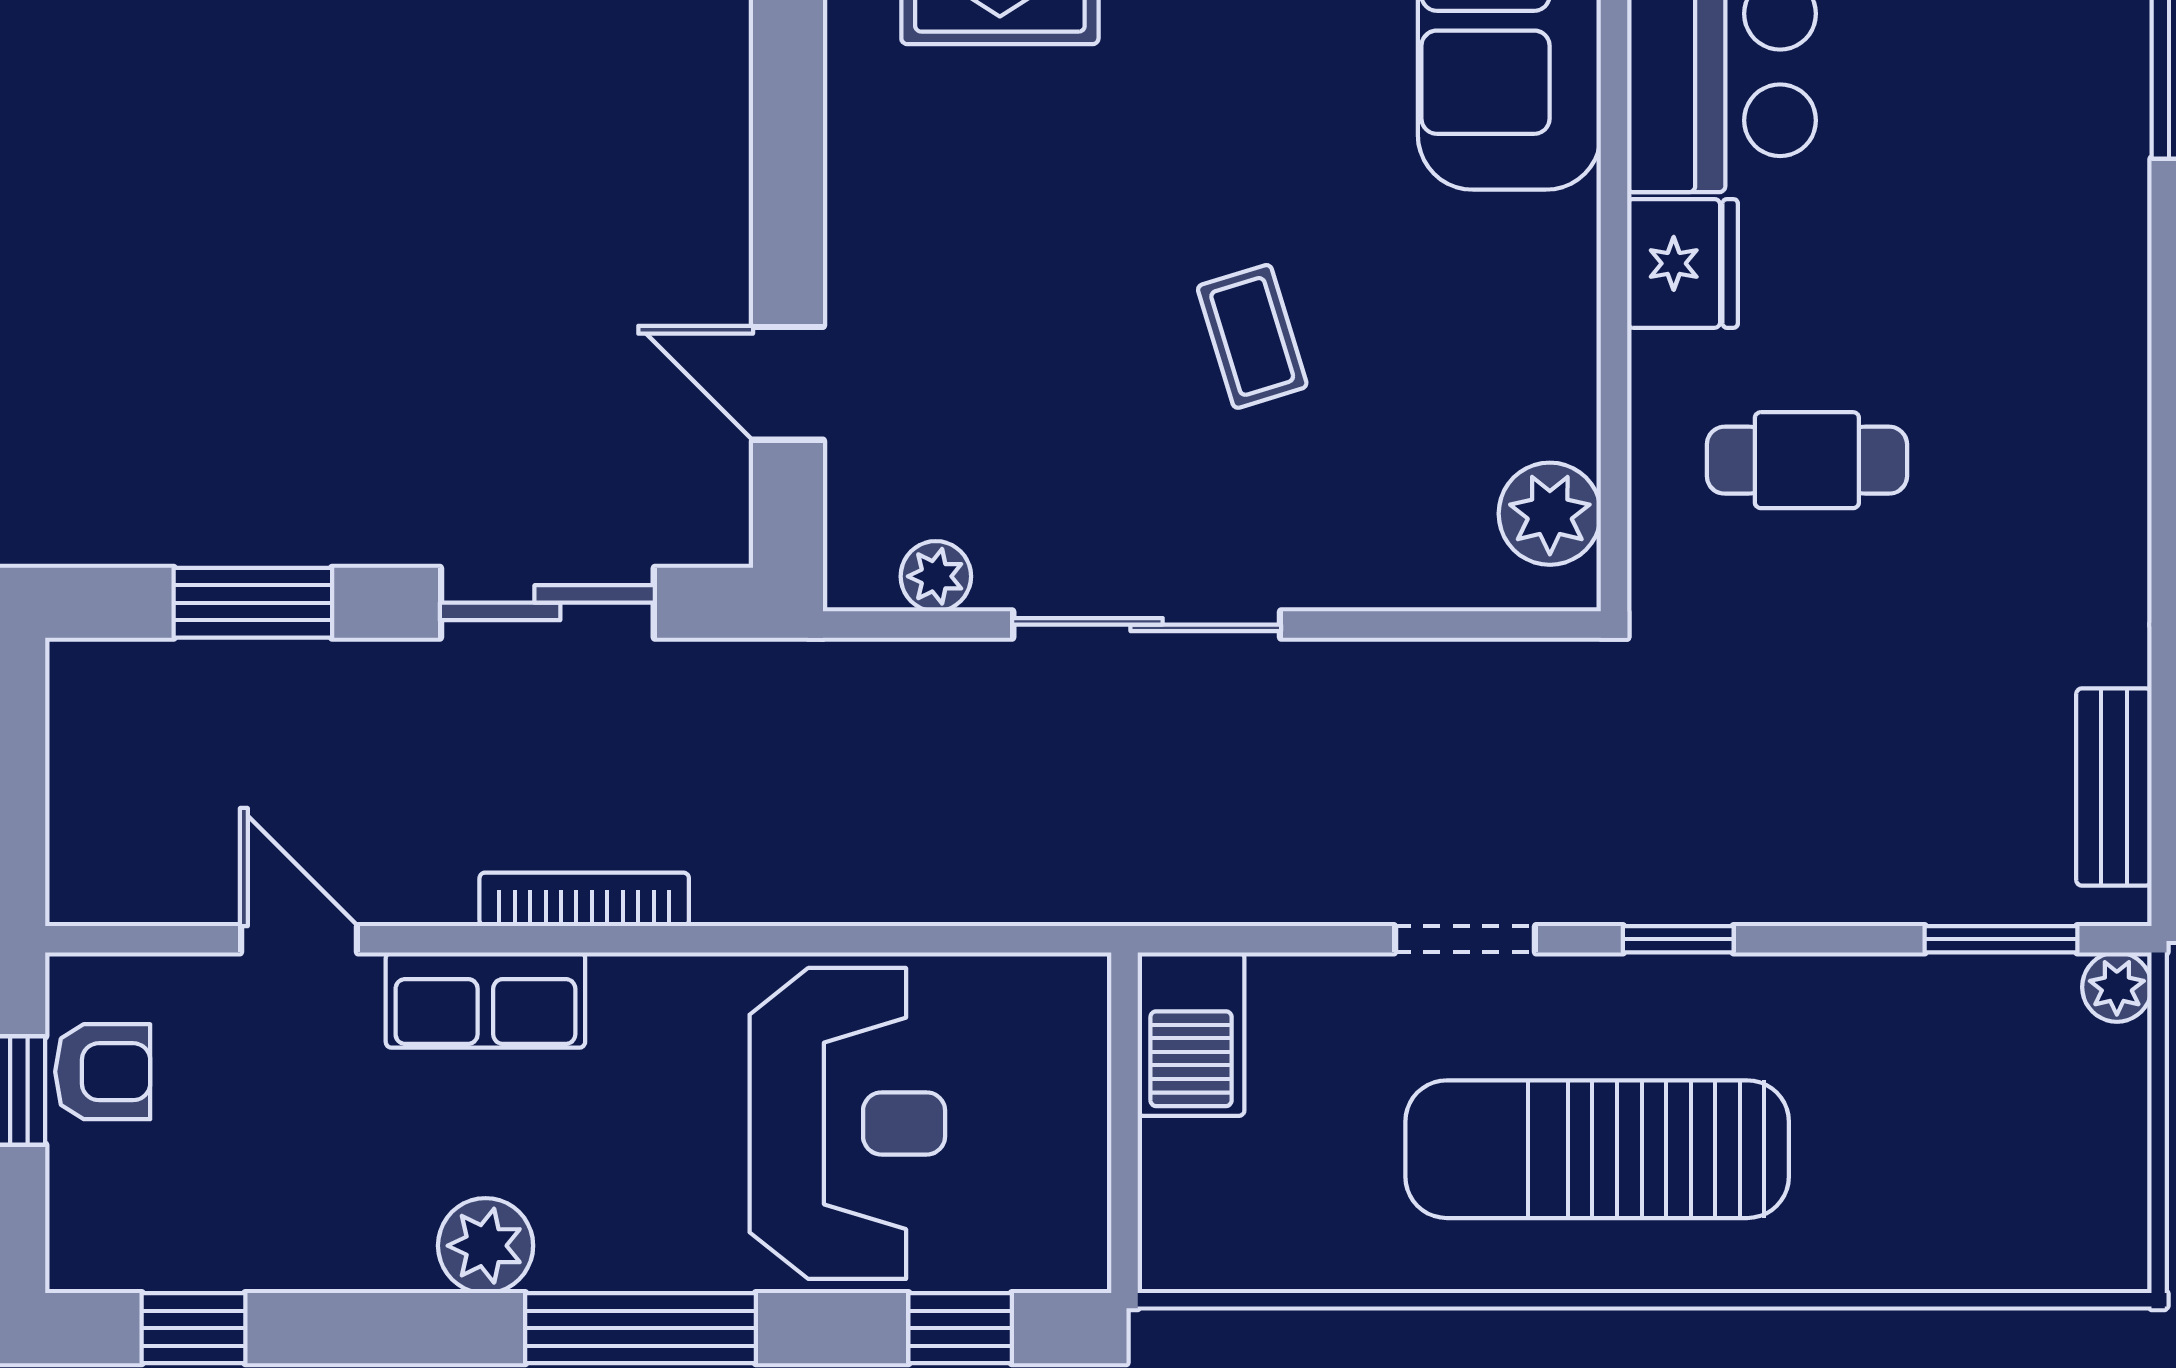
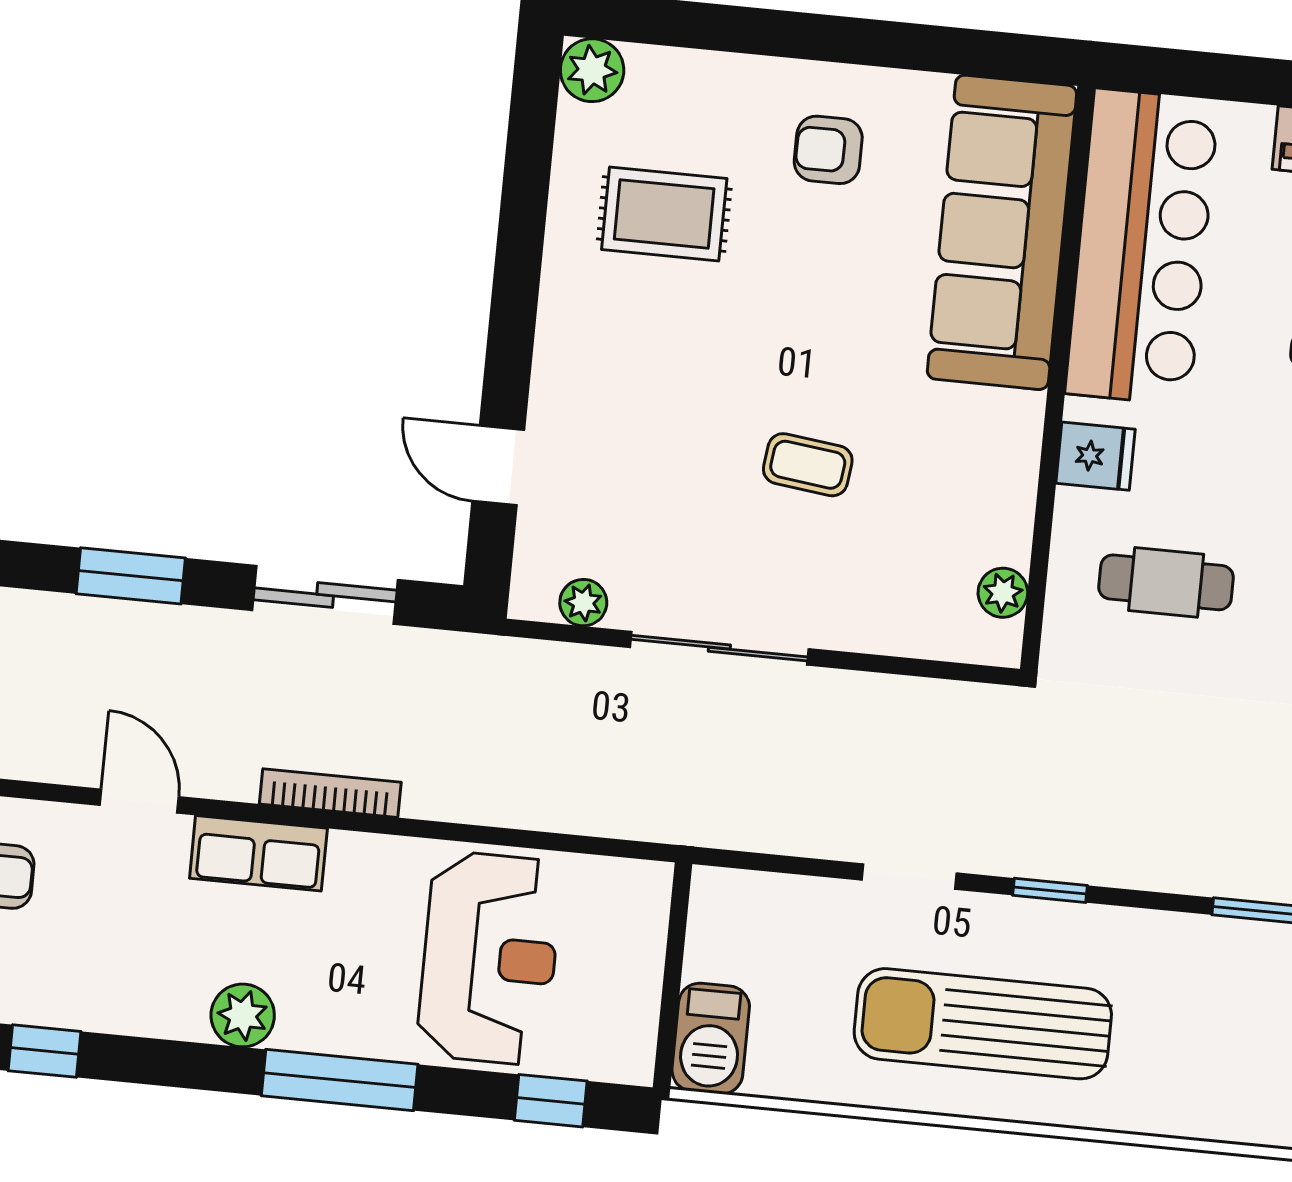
fridge: (1683, 263) -> (1095, 456), width x0.72
coffee table: (1252, 336) -> (808, 465), turned -66
plant: (1550, 514) -> (1003, 593), width x0.73, depth x0.73
barbecue: (1191, 1034) -> (711, 1039), moved

